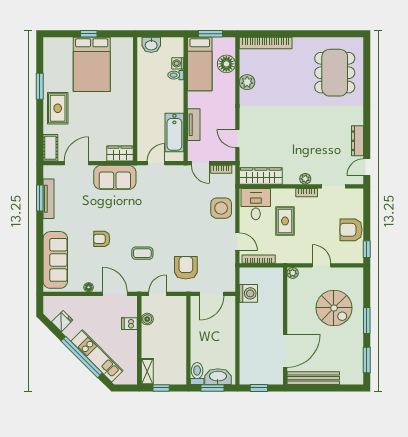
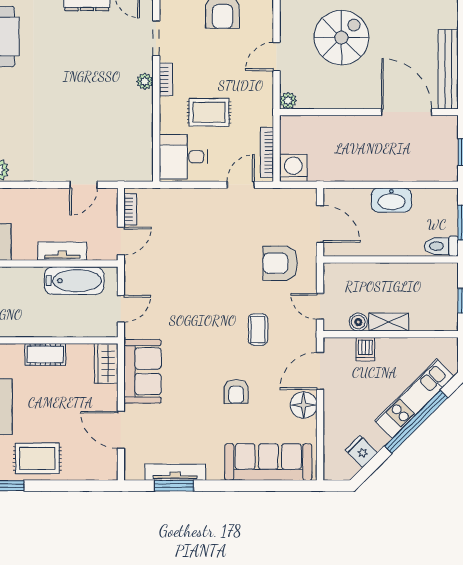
cot: (50, 148) -> (45, 354), moved
door: (156, 163) -> (121, 309), swing flipped
wardrobe: (261, 176) -> (140, 149), removed
side table: (221, 208) -> (189, 210), removed
floor lamp: (89, 287) -> (304, 405), width x1.89, depth x1.89
washing machine: (248, 293) -> (293, 168), moved
shelving: (147, 372) -> (389, 322), moved
washbasin: (218, 377) -> (391, 200), moved, turned -90

